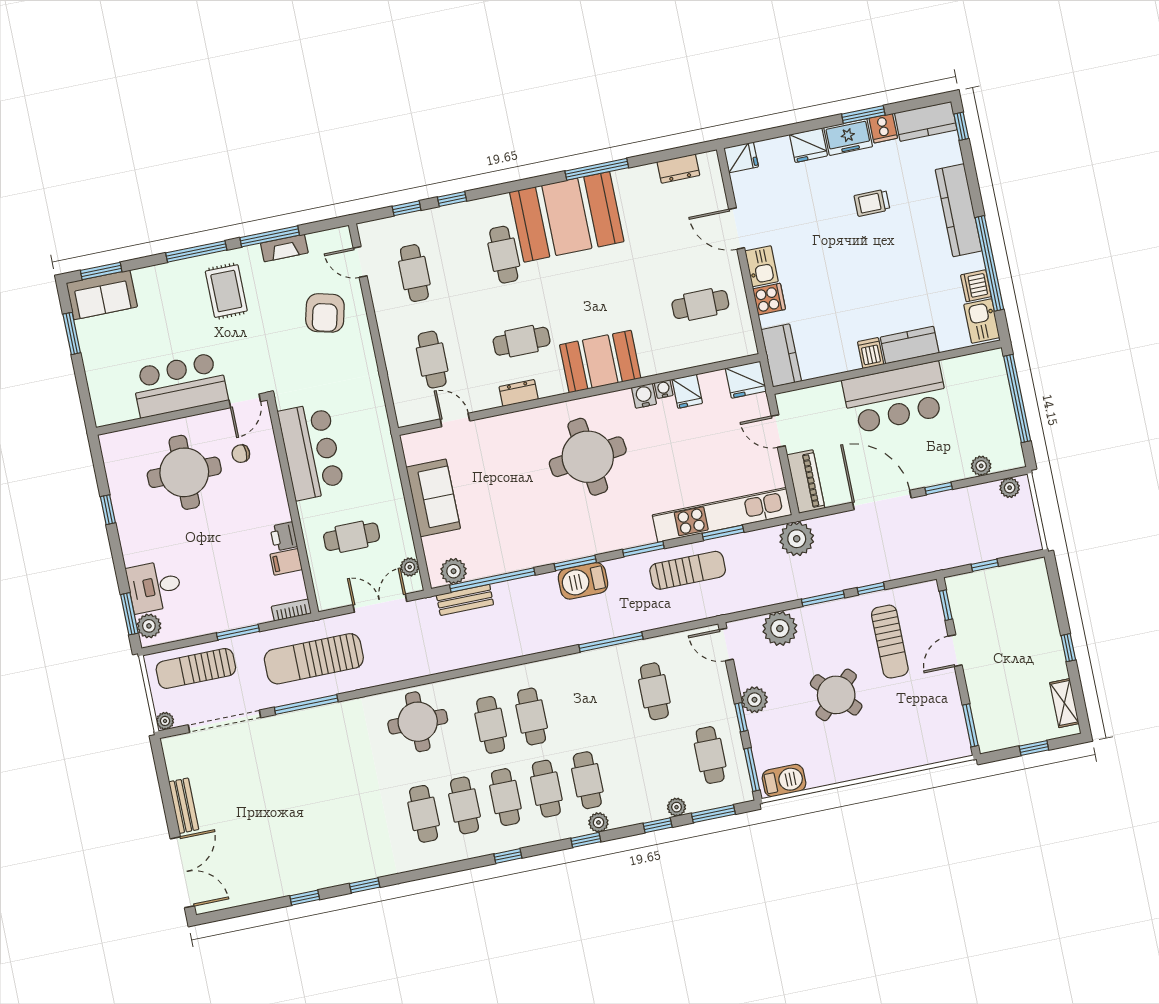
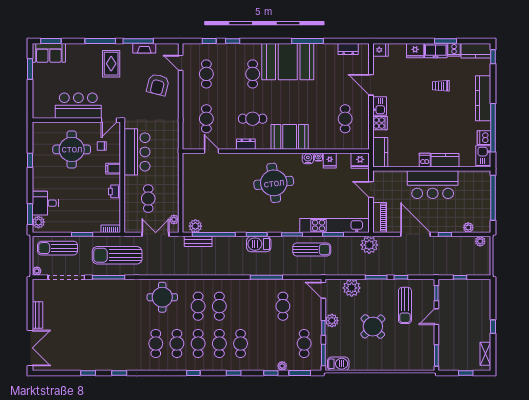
cafe table: (700, 305) -> (345, 119), turned 90
sofa: (433, 498) -> (193, 188), removed
cafe table: (352, 537) -> (148, 199), turned 90
filing cabinet: (286, 562) -> (113, 169), moved
plant: (598, 822) -> (242, 366), removed

